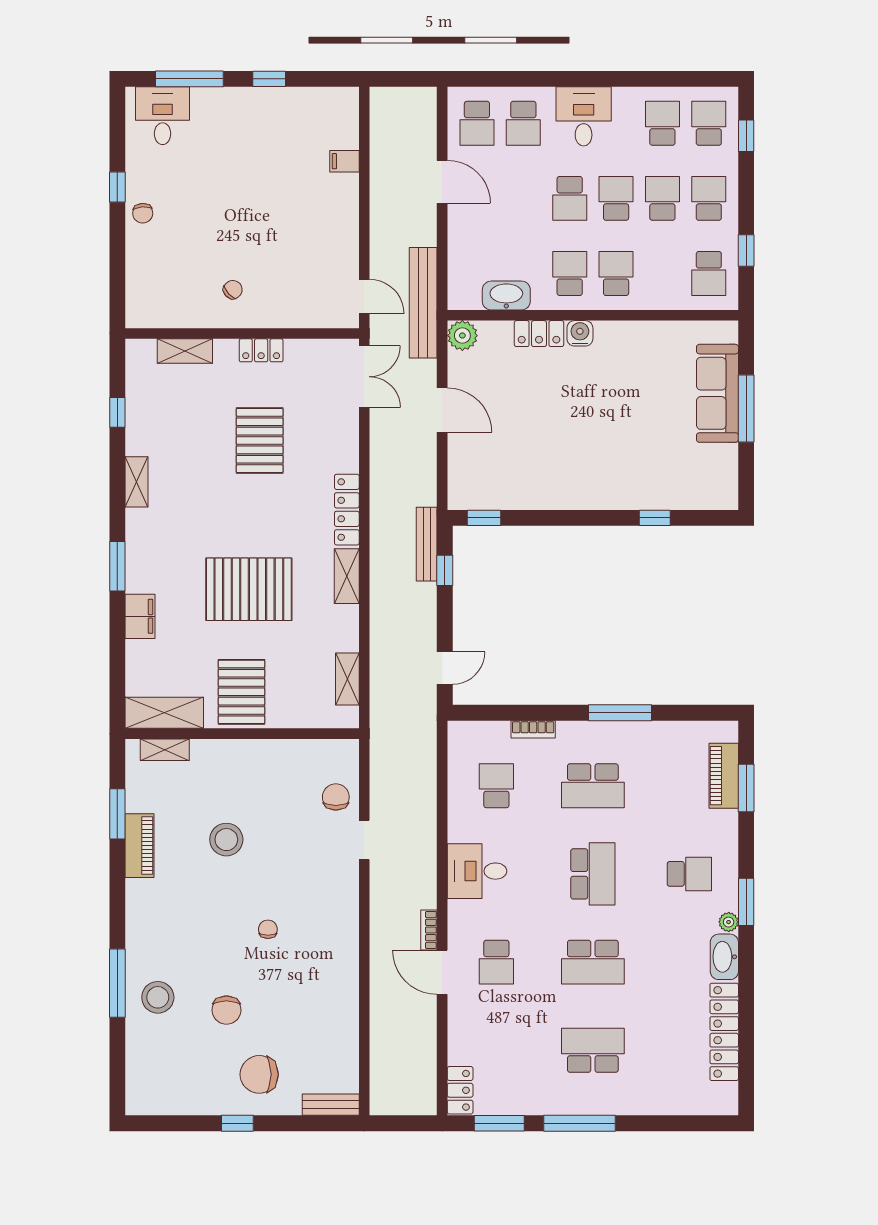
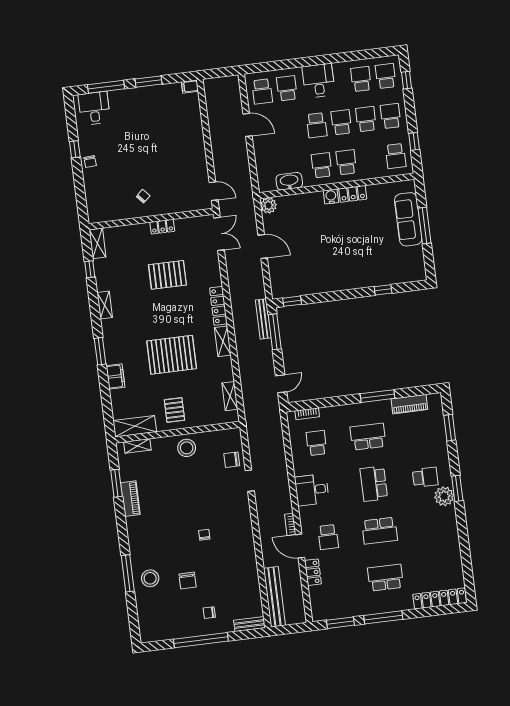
window: (269, 79) -> (148, 82), width x1.50
school desk: (523, 123) -> (287, 88), turned 180
filing cabinet: (345, 161) -> (190, 86), moved
bench: (423, 303) -> (274, 597), moved
locker: (539, 334) -> (353, 194), moved
shelving: (185, 351) -> (97, 243), moved, turned 90
pallet: (260, 441) -> (167, 275), turned 90
window: (445, 570) -> (275, 332), width x2.17
pallet: (241, 692) -> (174, 410), width x0.67, depth x0.71
bookcase: (533, 729) -> (307, 414), moved
piano: (724, 776) -> (409, 404), moved, turned -90
school desk: (593, 786) -> (368, 437), turned 180
chair: (336, 797) -> (232, 460), turned -90
stool: (226, 840) -> (187, 448), moved
school desk: (593, 874) -> (374, 484), turned 180
plant: (729, 922) -> (444, 496), width x1.87, depth x1.87
washbasin: (724, 957) -> (449, 519), removed
locker: (724, 1032) -> (440, 598), moved, turned 90
chair: (259, 1074) -> (209, 613), width x0.54, depth x0.54
locker: (460, 1090) -> (313, 572), moved
window: (237, 1123) -> (201, 640), width x3.17

